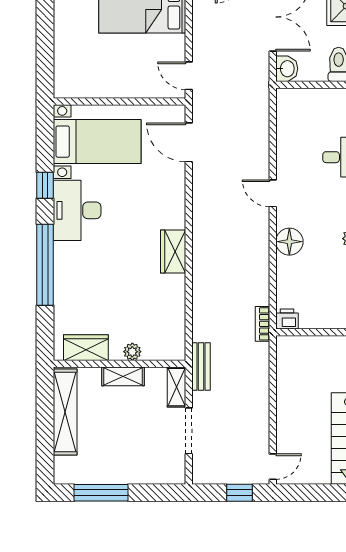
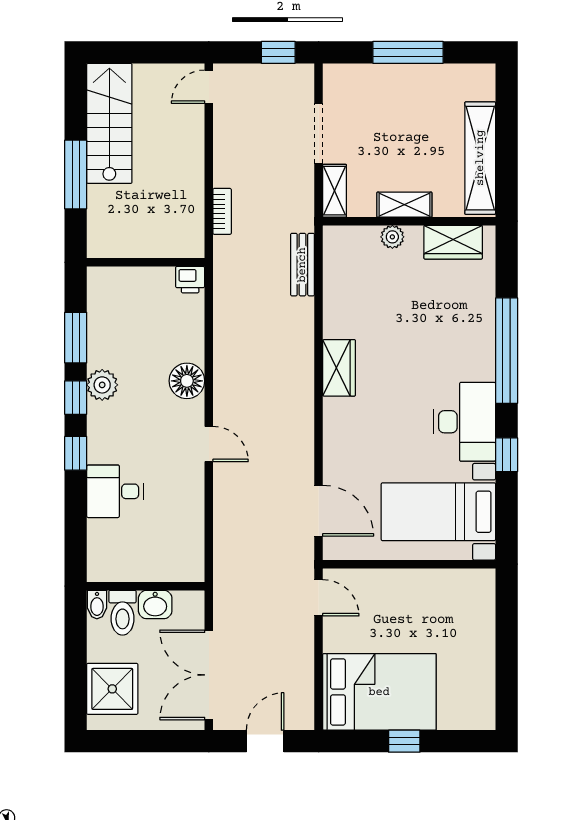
washbasin: (287, 69) -> (155, 604), moved, turned -90
bookcase: (262, 324) -> (222, 211), moved
bench: (201, 366) -> (302, 265), moved
window: (101, 493) -> (408, 52), moved
window: (240, 493) -> (278, 52), moved

